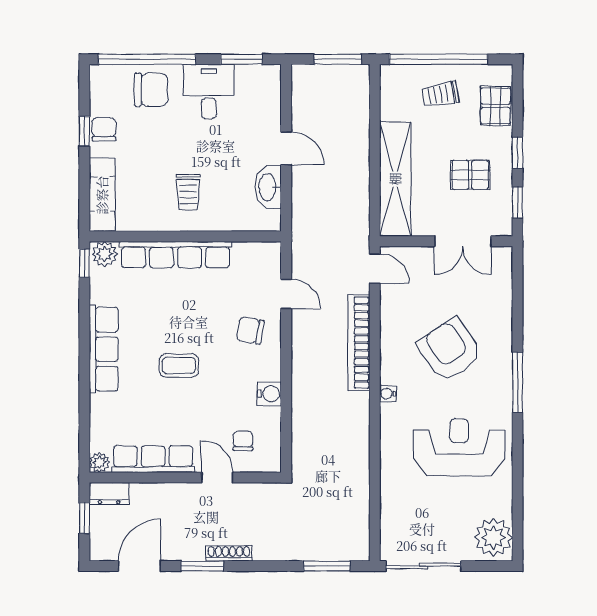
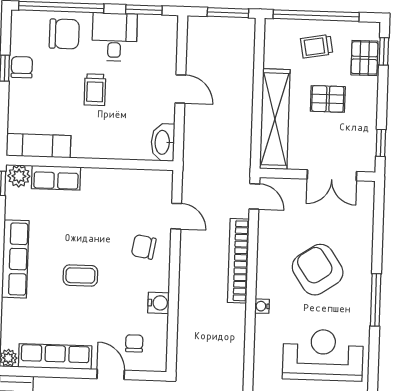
window: (517, 153) -> (384, 51), moved
pallet: (470, 175) -> (328, 99), moved
washbasin: (268, 187) -> (163, 142), moved
trolley: (188, 192) -> (95, 90), moved
exam couch: (102, 195) -> (39, 146), moved, turned -90
row of seats: (176, 255) -> (56, 178), width x0.50

